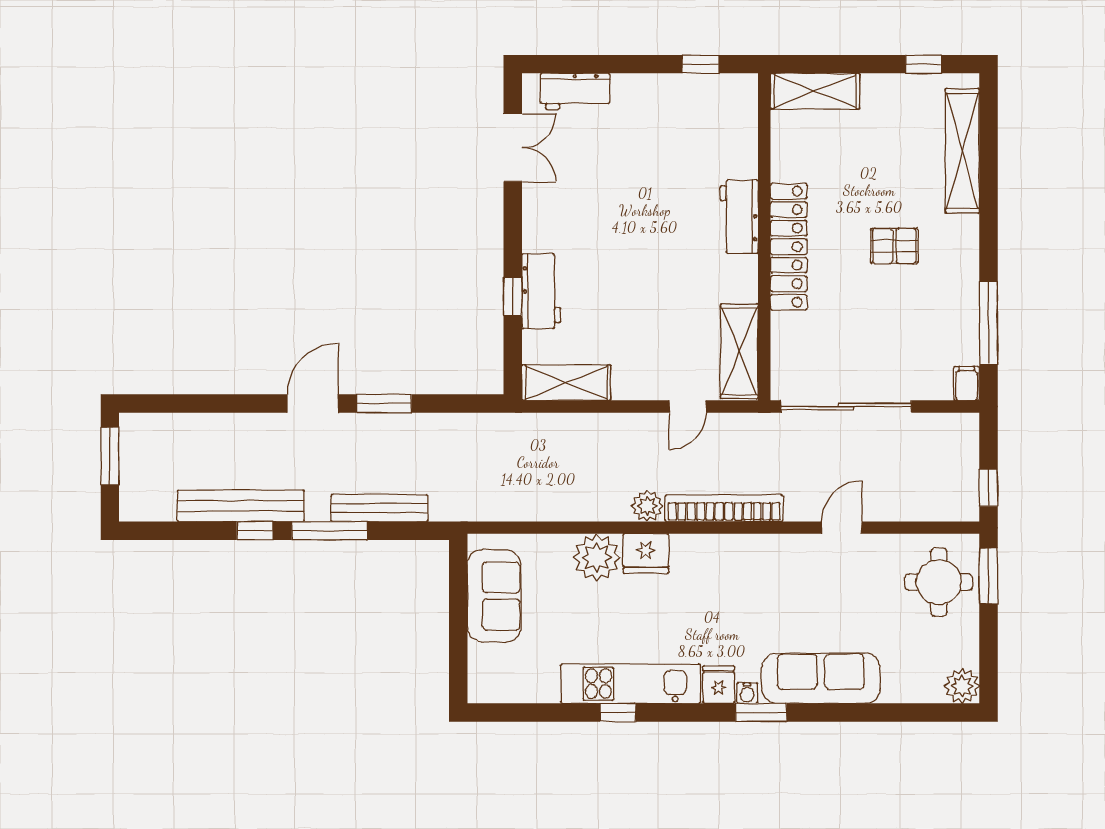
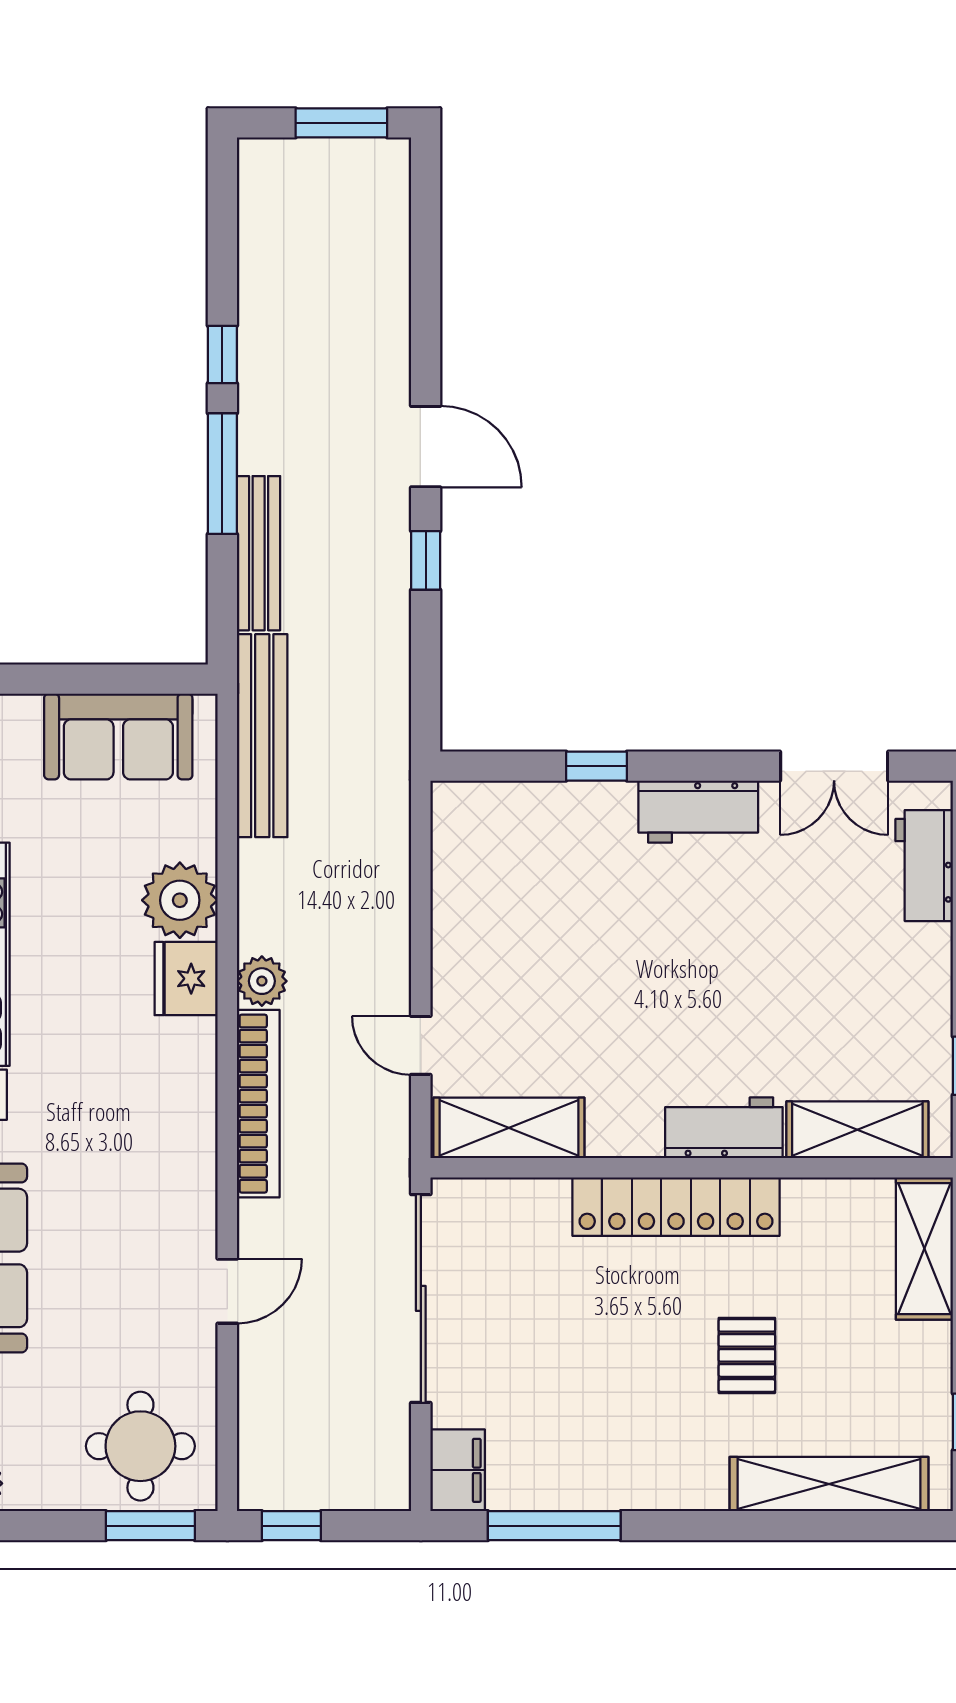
pallet: (894, 246) -> (747, 1355), moved
workbench: (541, 291) -> (698, 812), moved
shelving: (566, 383) -> (857, 1130), moved, turned 90
filing cabinet: (967, 383) -> (458, 1470), width x2.00
window: (384, 403) -> (426, 560), width x0.67
bench: (241, 506) -> (262, 736), moved
door: (842, 528) -> (227, 1291), hinge flipped

